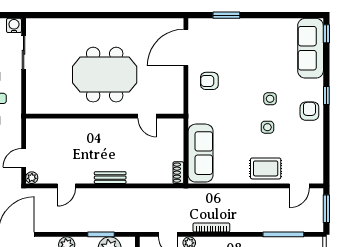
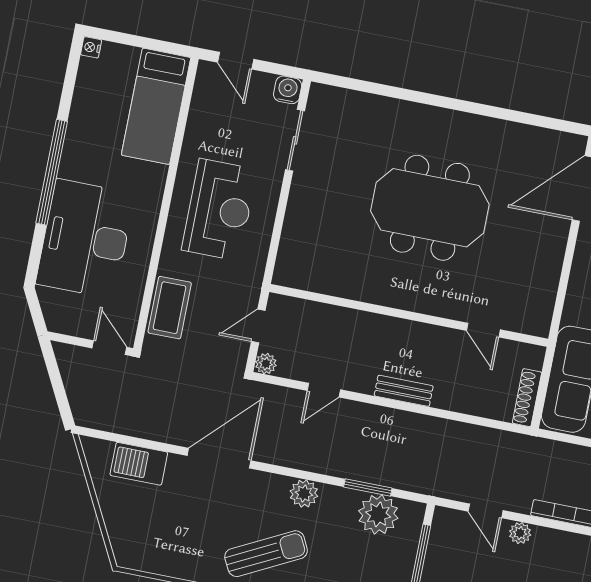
wall: (105, 116) -> (409, 315), moved
door: (147, 116) -> (483, 330), moved
shoe rack: (178, 173) -> (527, 398), width x1.43

